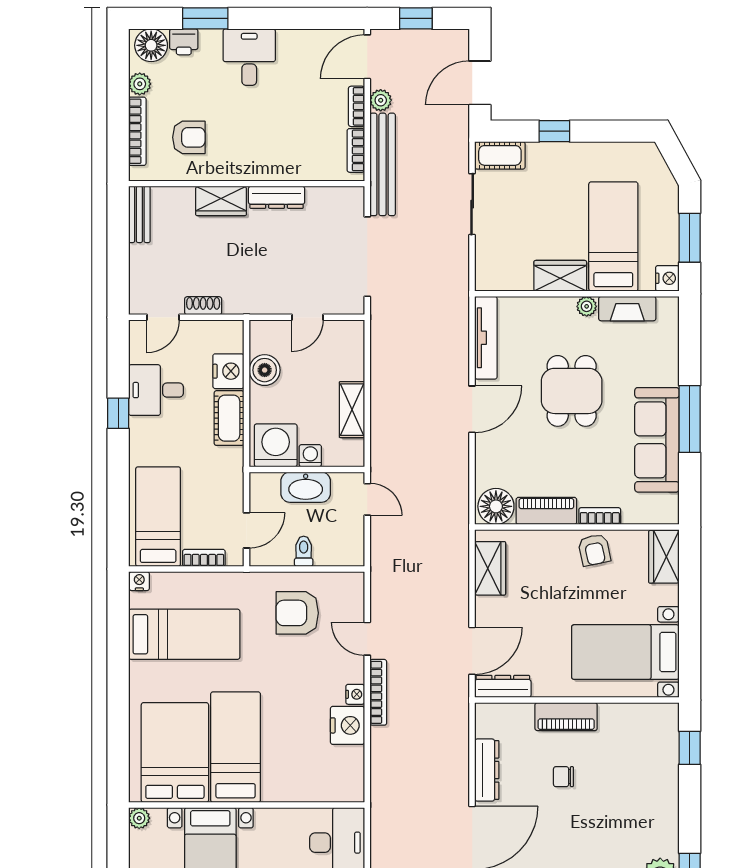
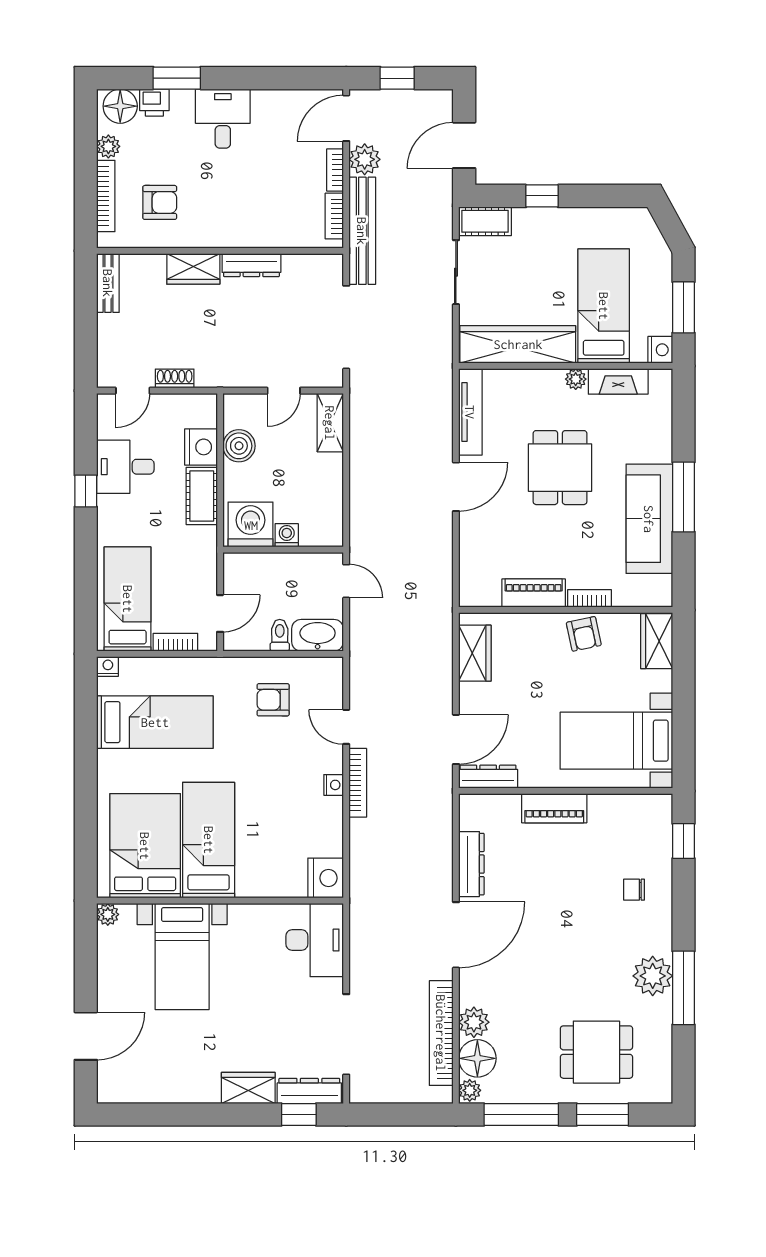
plant: (381, 100) -> (365, 159), width x1.38, depth x1.38
wardrobe: (560, 276) -> (518, 344), width x2.10, depth x1.17
shelving: (352, 410) -> (330, 423), moved
washbasin: (306, 487) -> (318, 635), moved, turned 180
floor lamp: (496, 506) -> (481, 588), removed
armchair: (297, 613) -> (273, 700), width x0.72, depth x0.72
nightstand: (348, 725) -> (326, 878), moved
chair: (563, 777) -> (634, 890), moved

